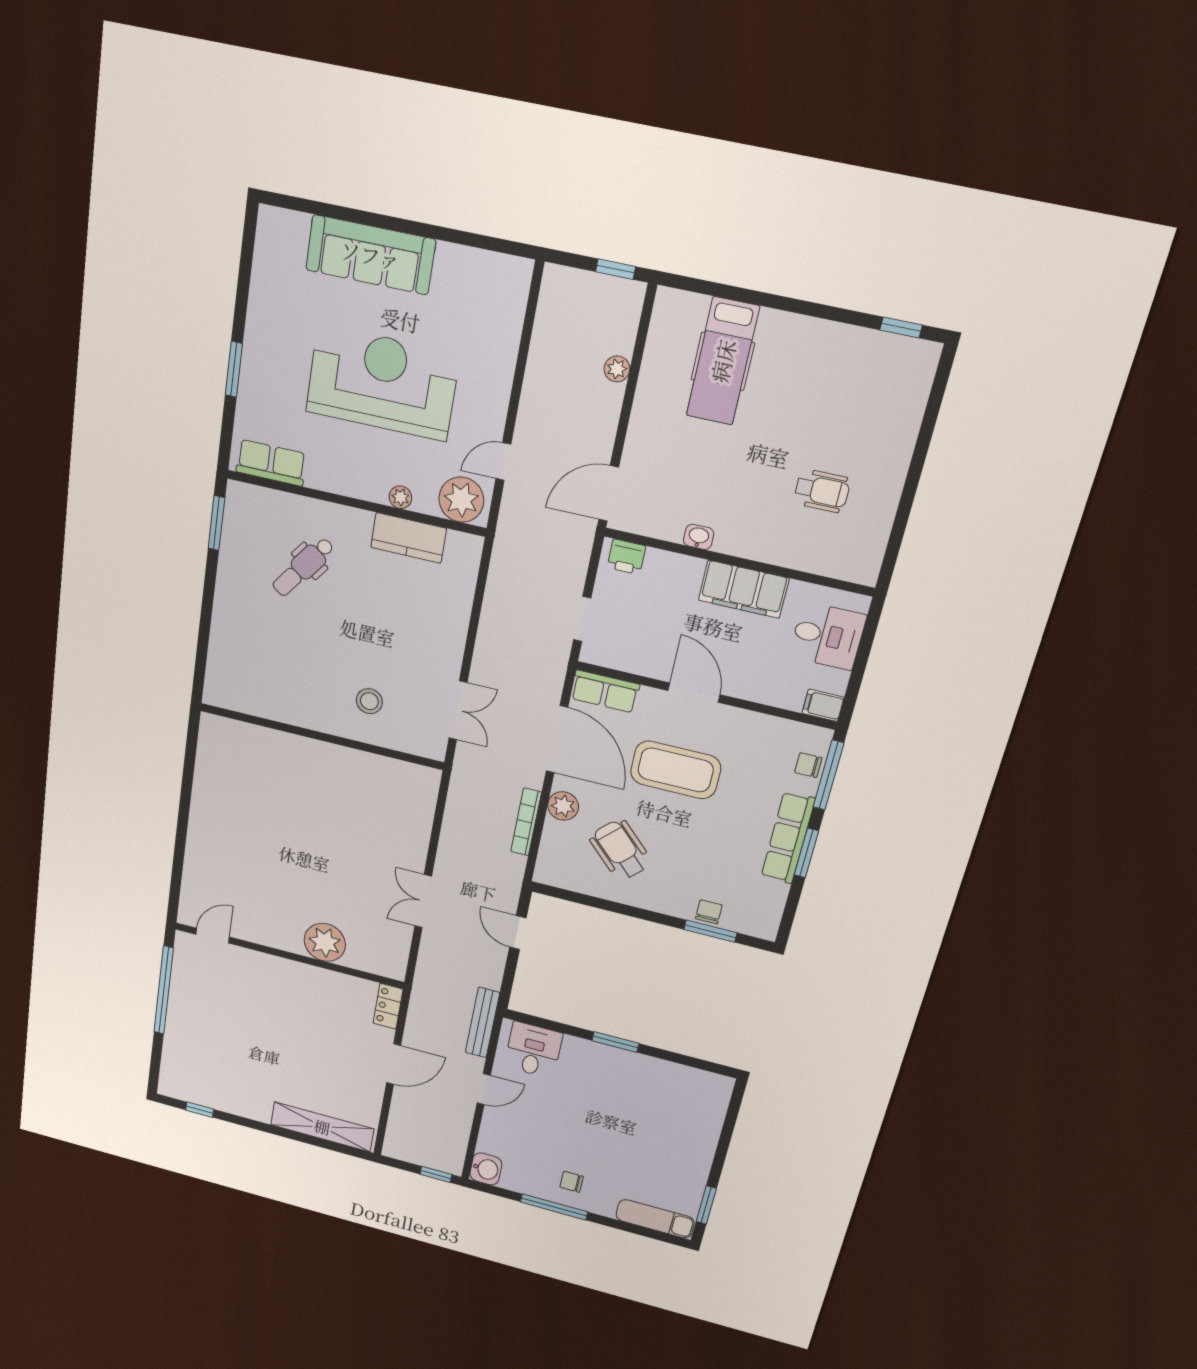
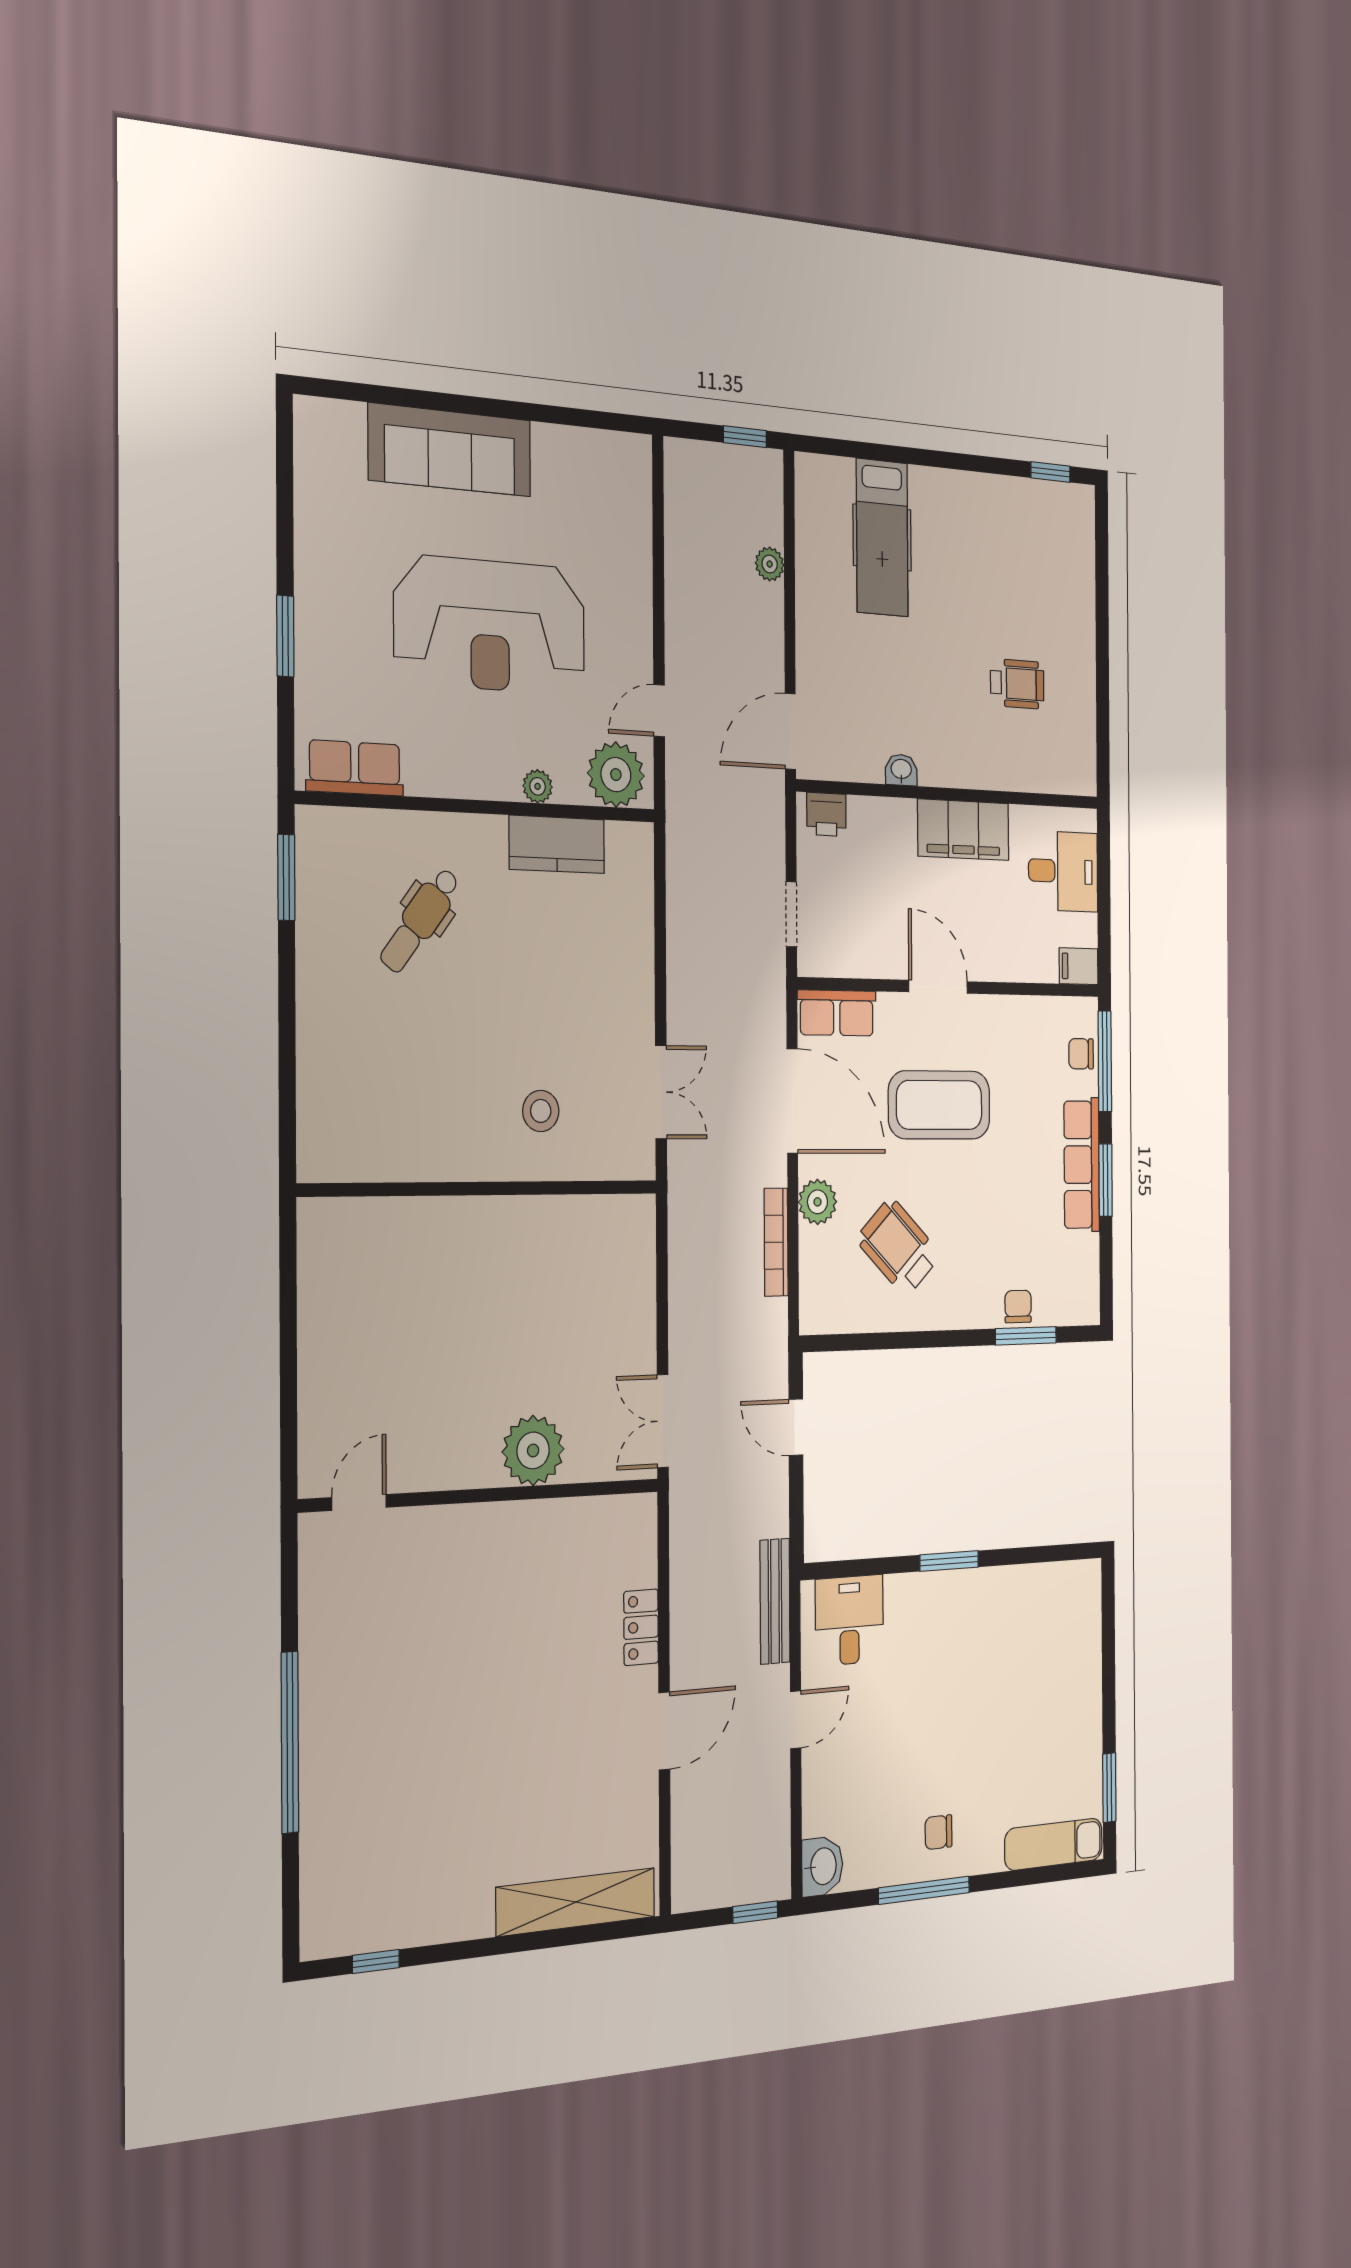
reception desk: (382, 383) -> (490, 625), turned 180
door: (213, 936) -> (359, 1502), moved
plant: (325, 942) -> (533, 1450), moved
wall: (289, 956) -> (483, 1495), moved

